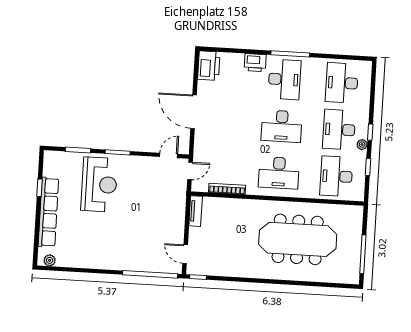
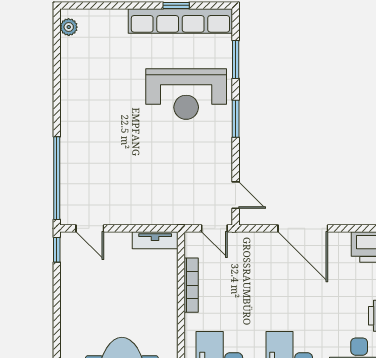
door: (194, 112) -> (303, 228), swing flipped
row of seats: (48, 212) -> (180, 21), moved
door: (185, 254) -> (90, 228), swing flipped

